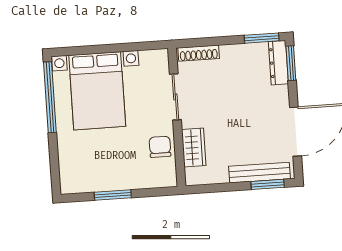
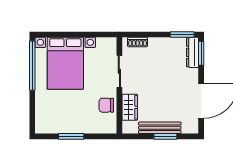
shoe rack: (199, 53) -> (138, 42), width x0.70
chair: (160, 147) -> (106, 105), turned -90
bench: (259, 173) -> (160, 128), moved
window: (268, 184) -> (165, 136), moved

